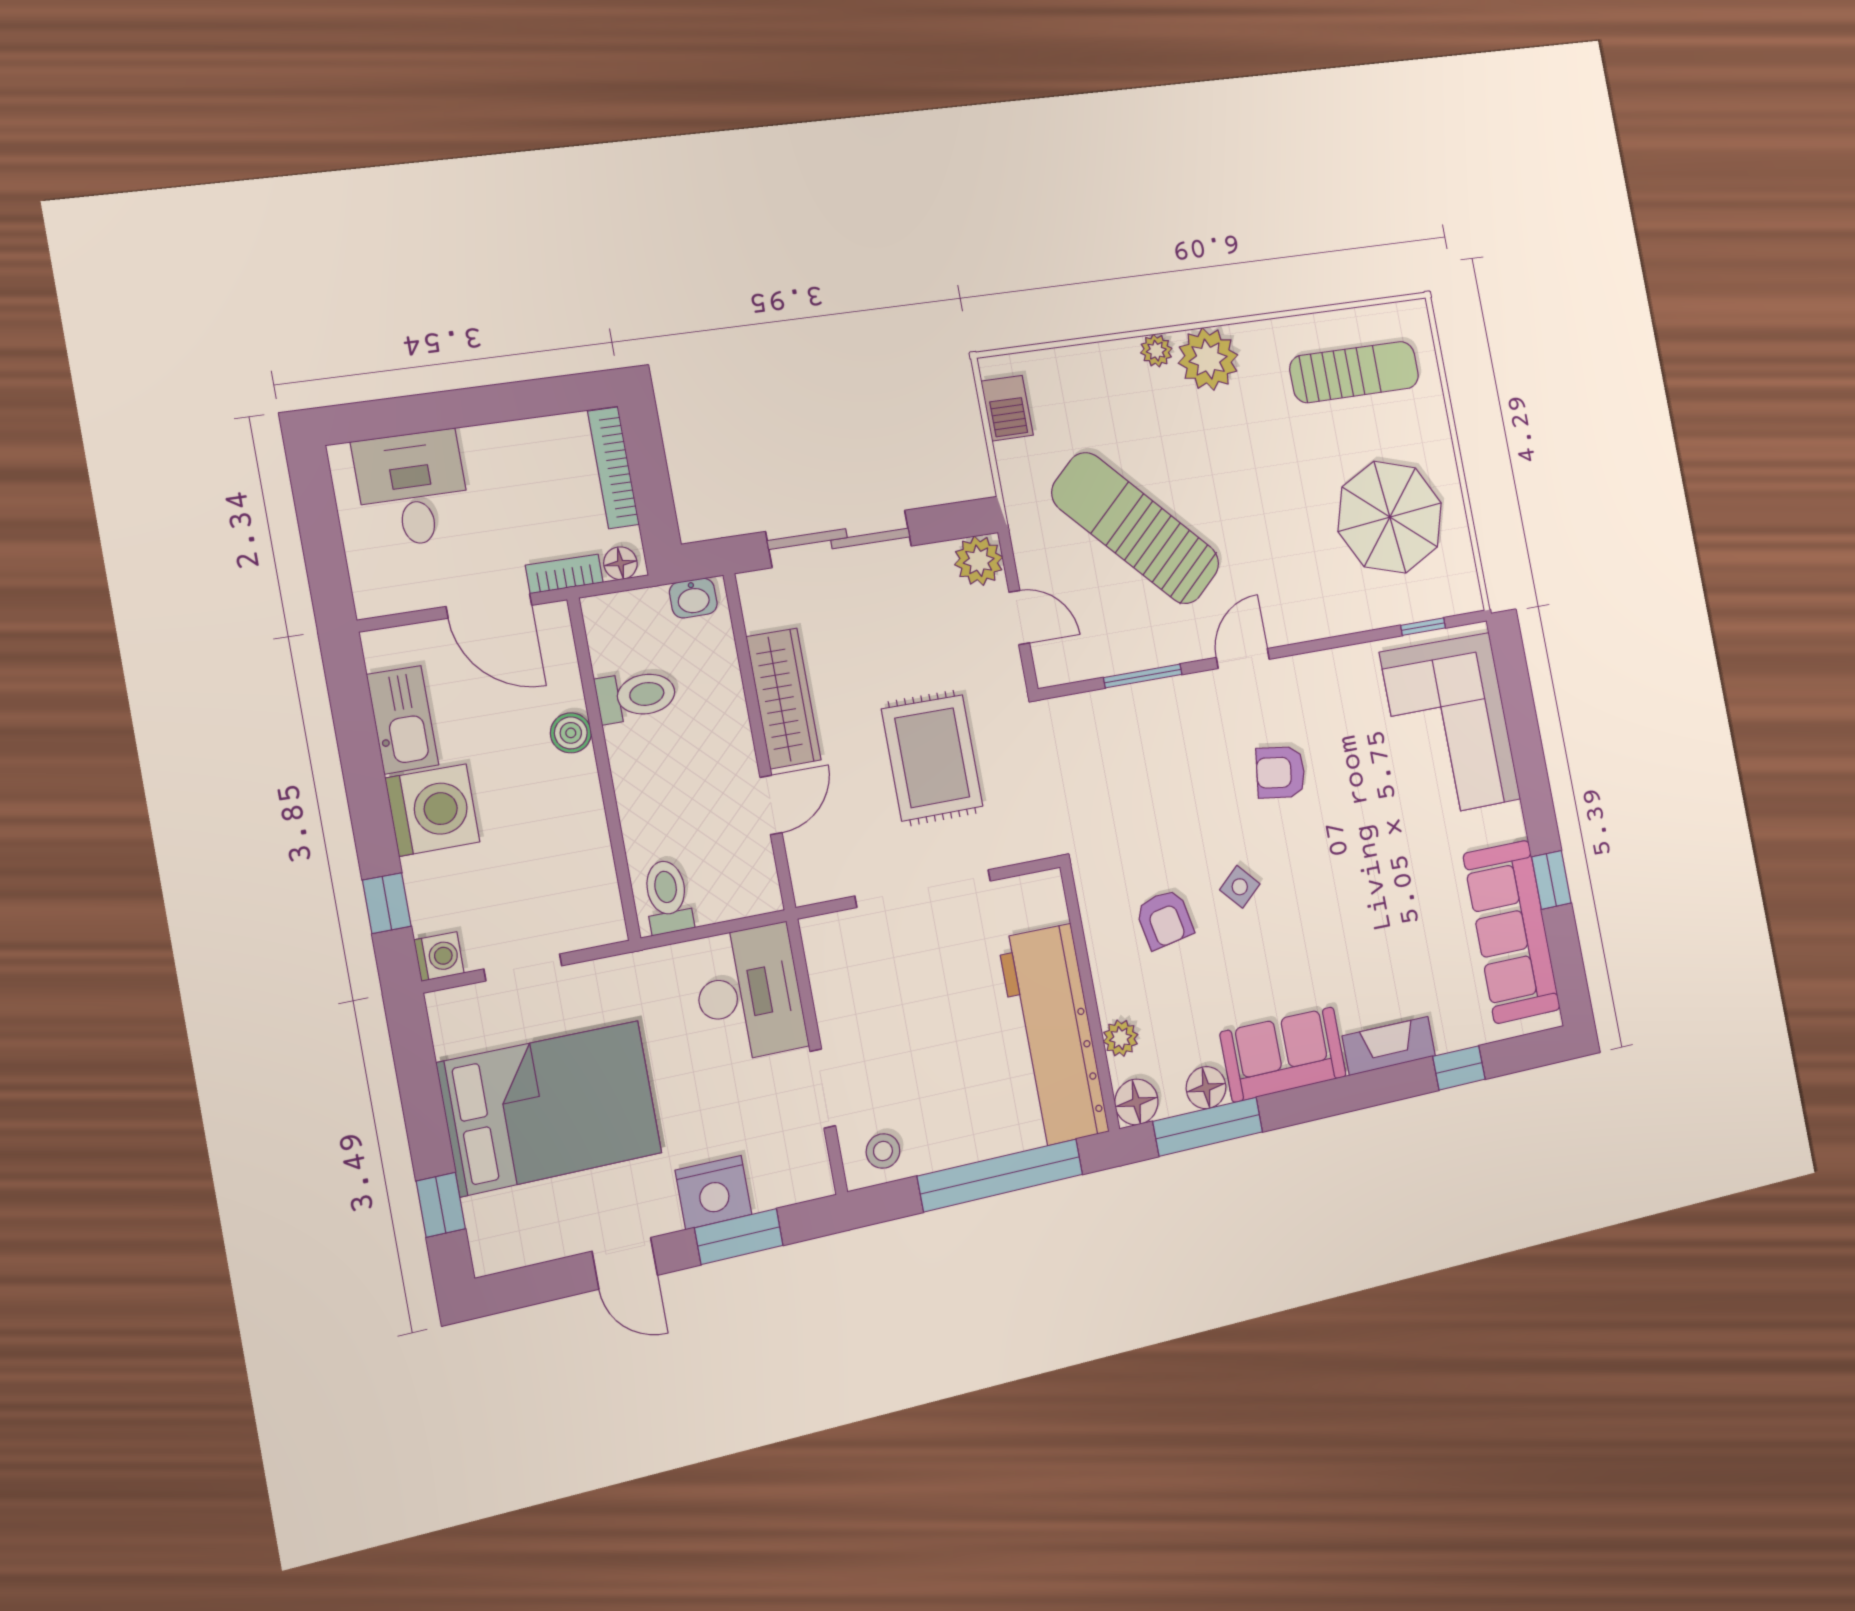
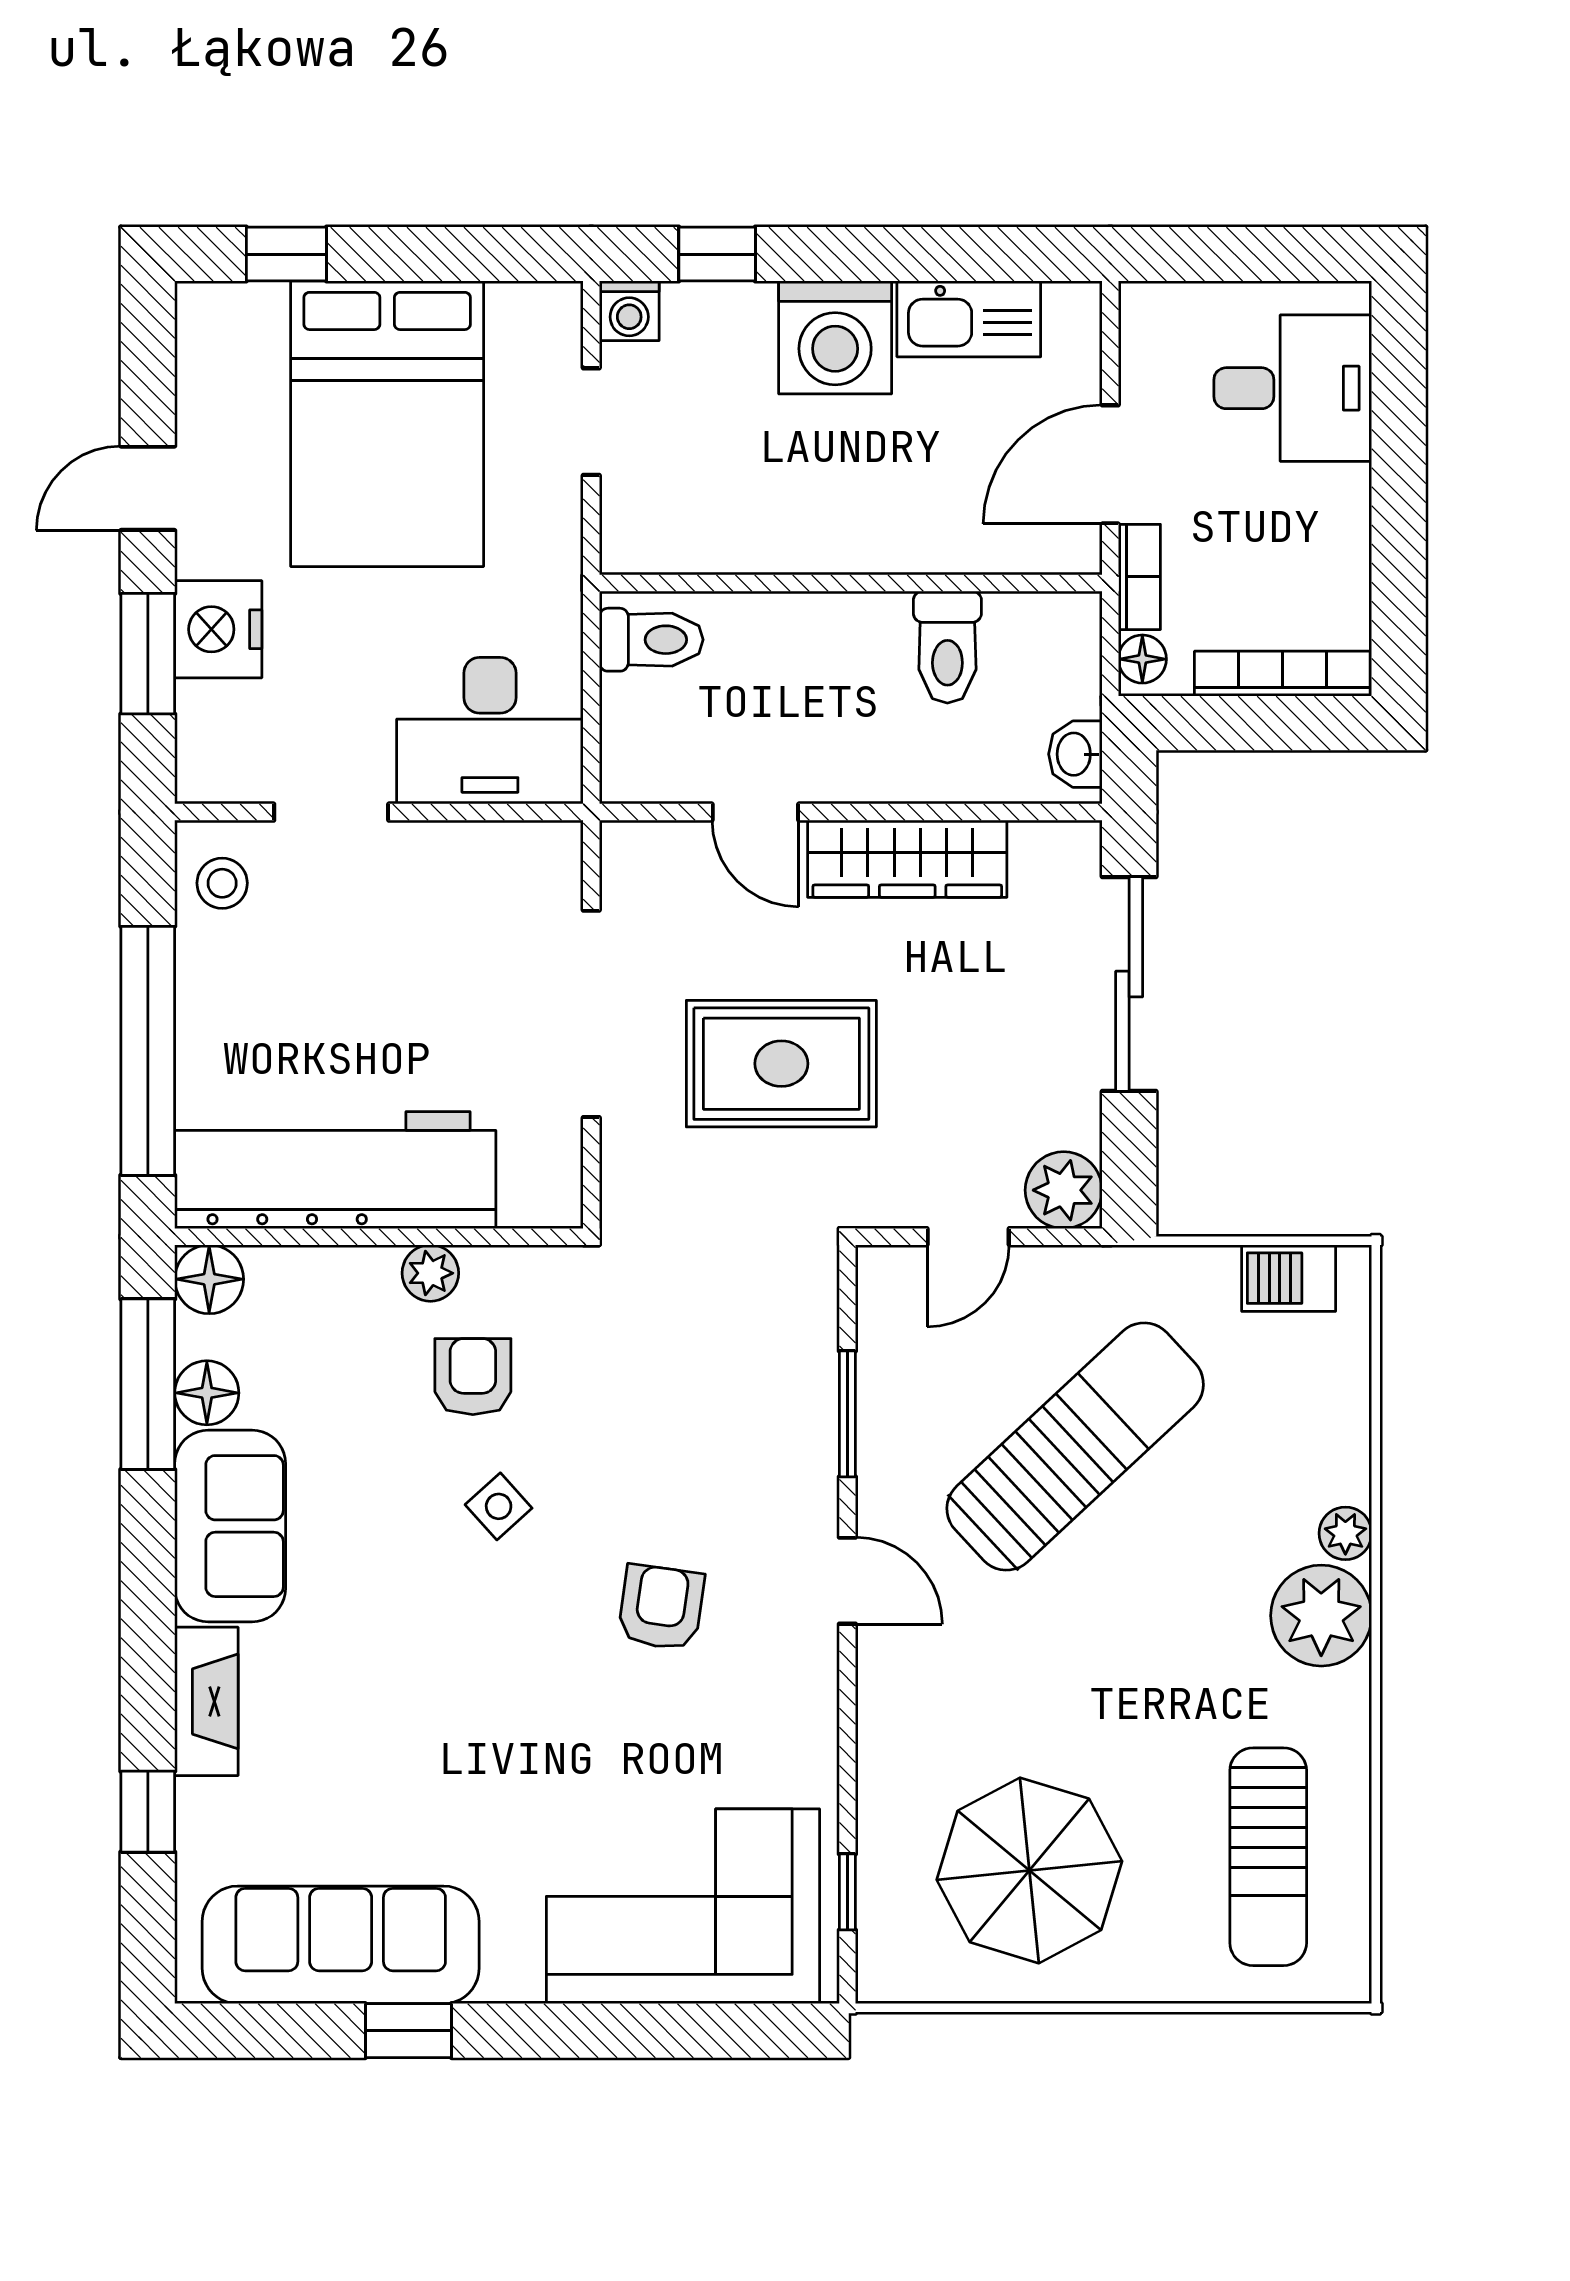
boiler: (571, 733) -> (910, 546), removed
armchair: (1165, 919) -> (473, 1377), turned 101
plant: (1121, 1038) -> (430, 1273), moved

